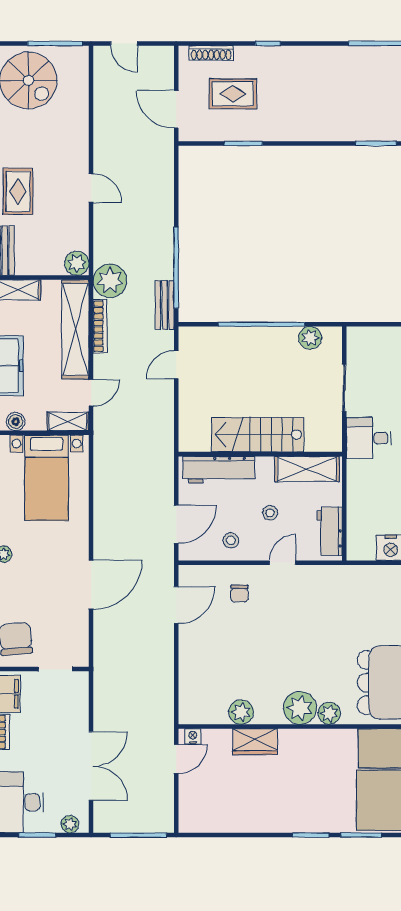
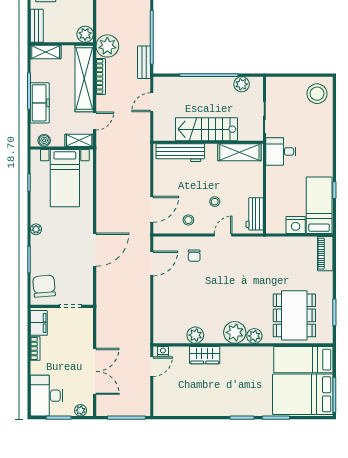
stairs: (258, 435) -> (206, 129), moved
wall: (260, 454) -> (208, 142), moved
shelving: (307, 469) -> (239, 152), moved
workbench: (219, 470) -> (180, 153), moved

